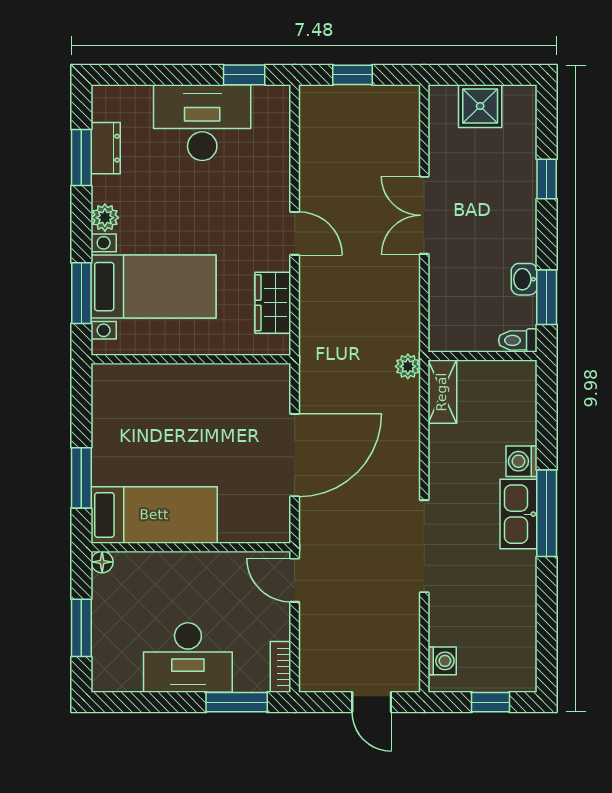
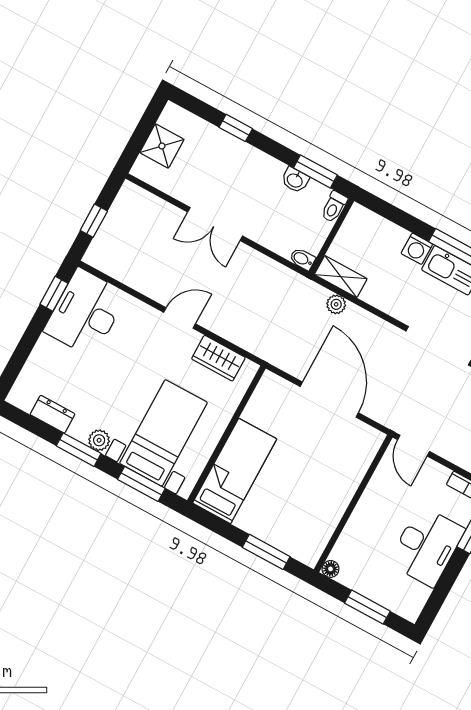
desk: (202, 123) -> (86, 313), moved
window: (81, 157) -> (79, 450), moved
bidet: (438, 337) -> (302, 259), added
plant: (408, 366) -> (336, 304), moved
bed: (154, 515) -> (235, 471), moved
door: (295, 580) -> (414, 446), hinge flipped

